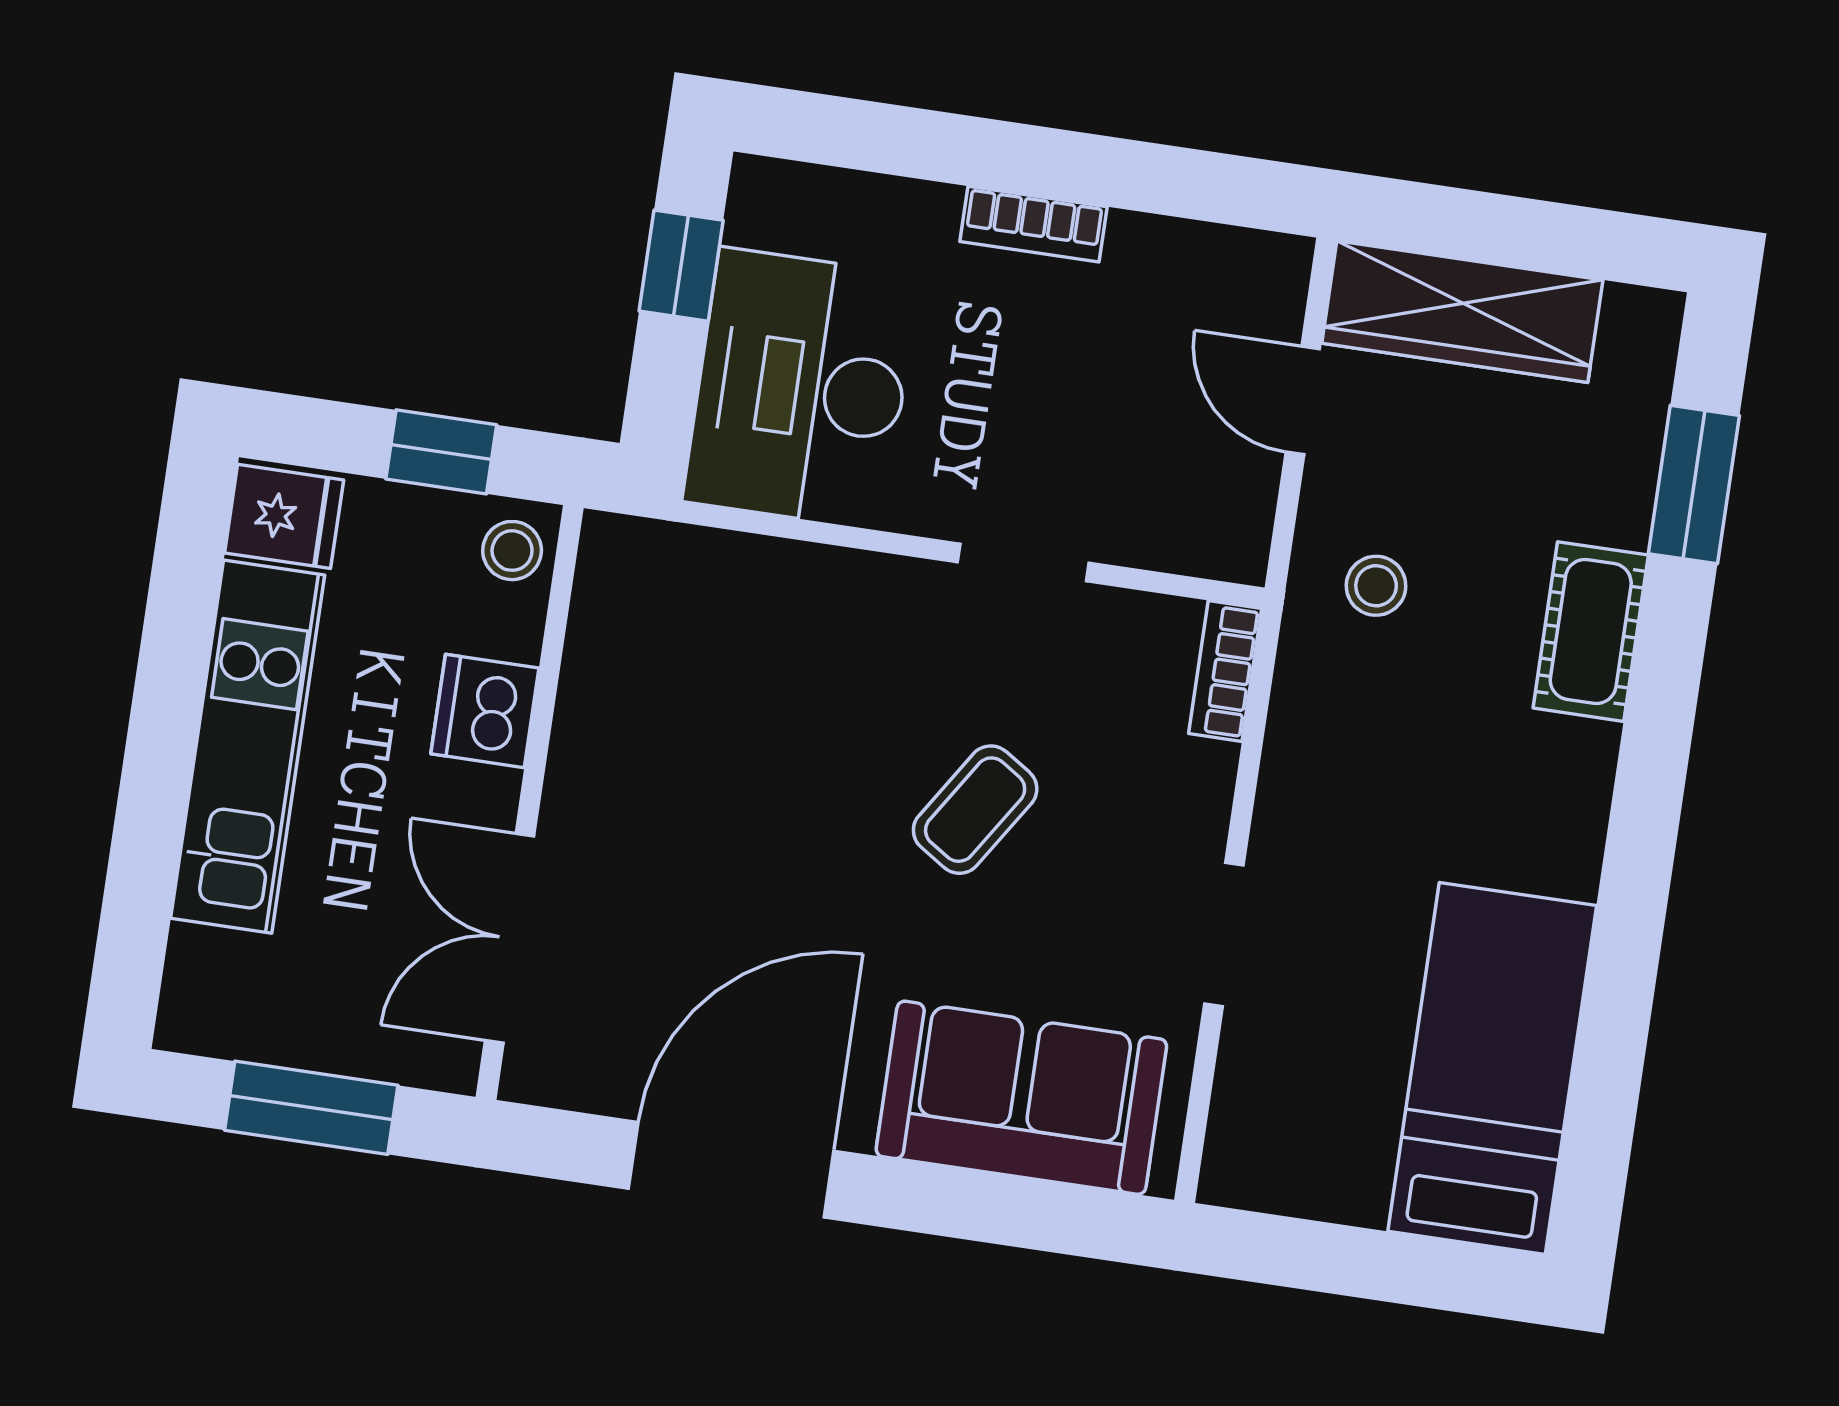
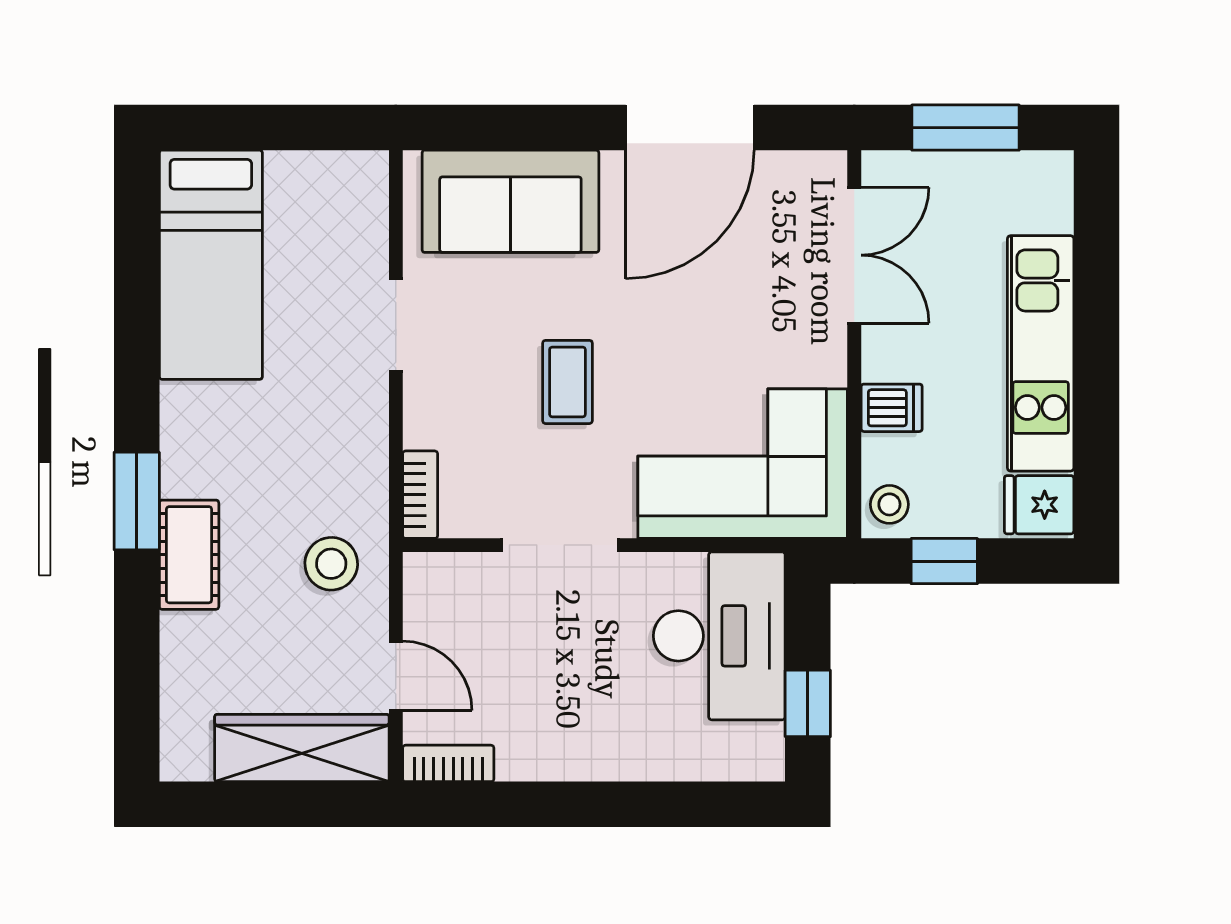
bookcase: (1034, 224) -> (448, 763), moved
window: (1694, 485) -> (137, 501), moved
doorway: (1023, 563) -> (560, 545), width x1.38
stool: (1376, 586) -> (331, 564), width x1.37, depth x1.37
corner sofa: (727, 646) -> (743, 464), added
dishwasher: (485, 711) -> (892, 408), width x0.73
coffee table: (975, 810) -> (567, 382), turned -33

